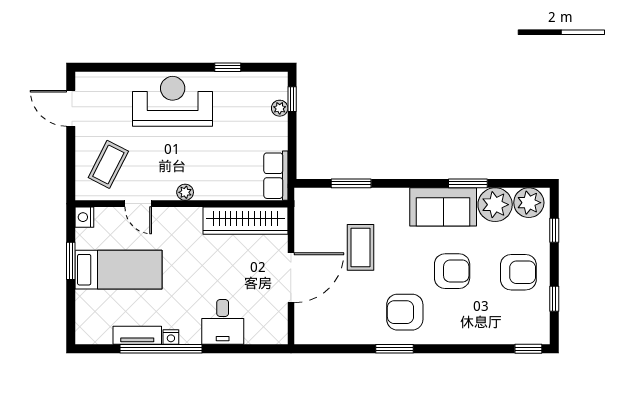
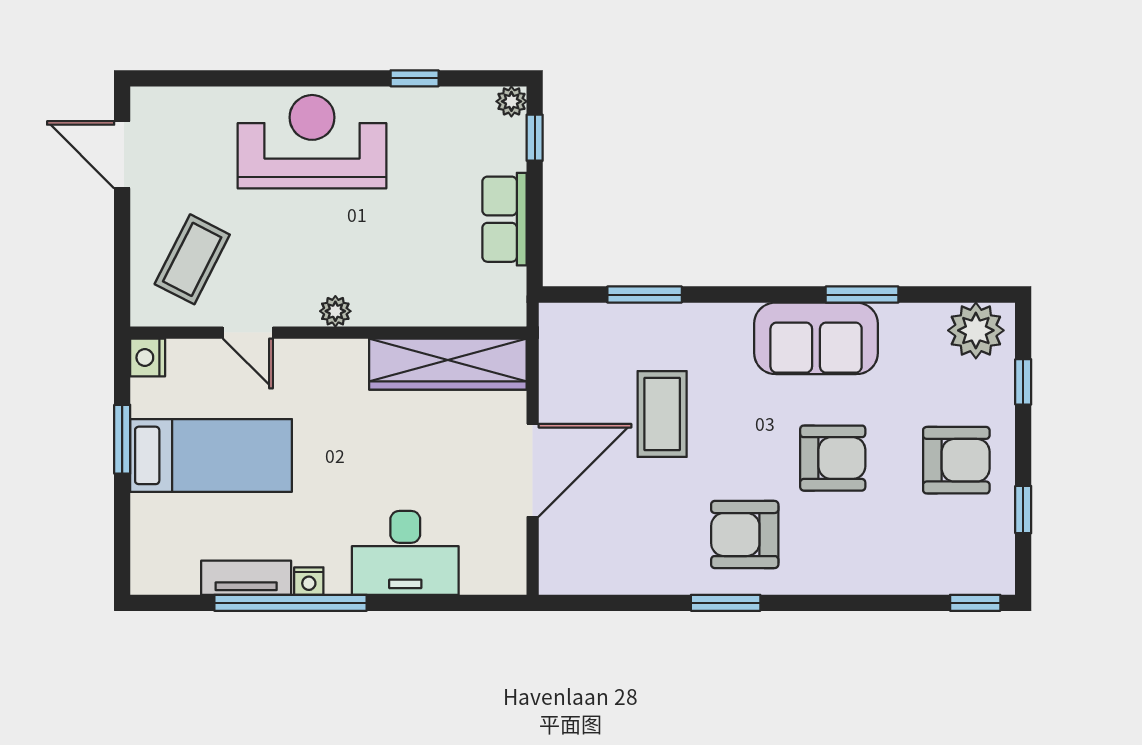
plant: (280, 108) -> (511, 101), moved
row of seats: (276, 176) -> (504, 219), moved
plant: (495, 205) -> (913, 334), removed
desk: (223, 322) -> (405, 553), width x1.37

